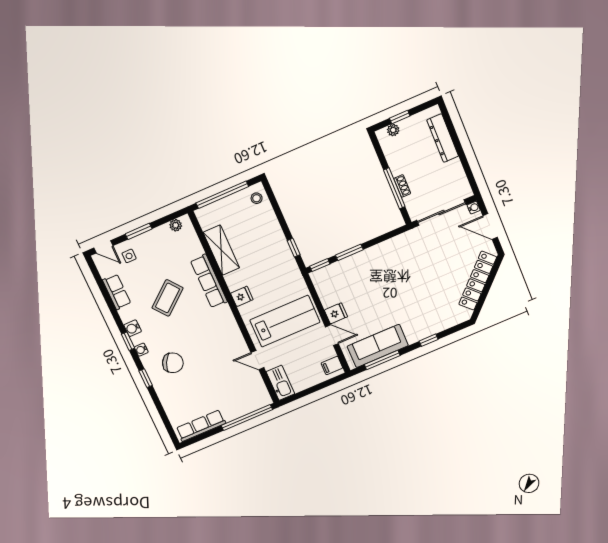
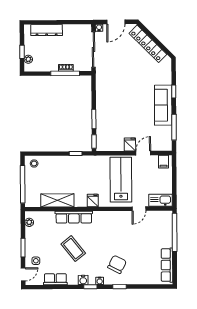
sofa: (378, 346) -> (163, 105), moved

